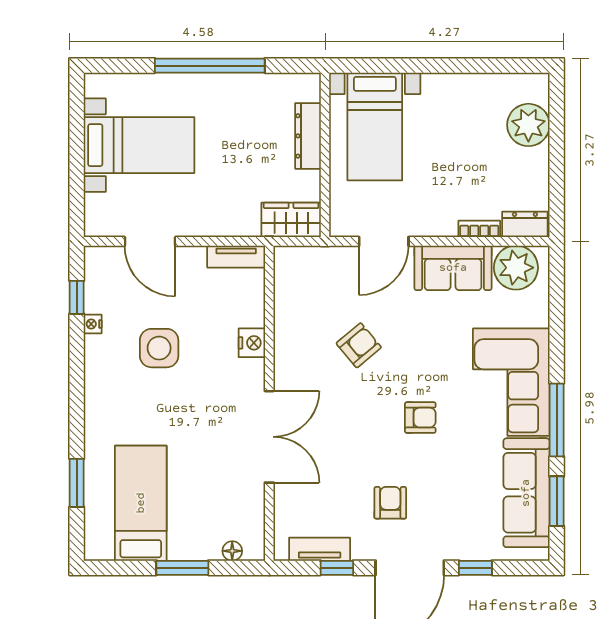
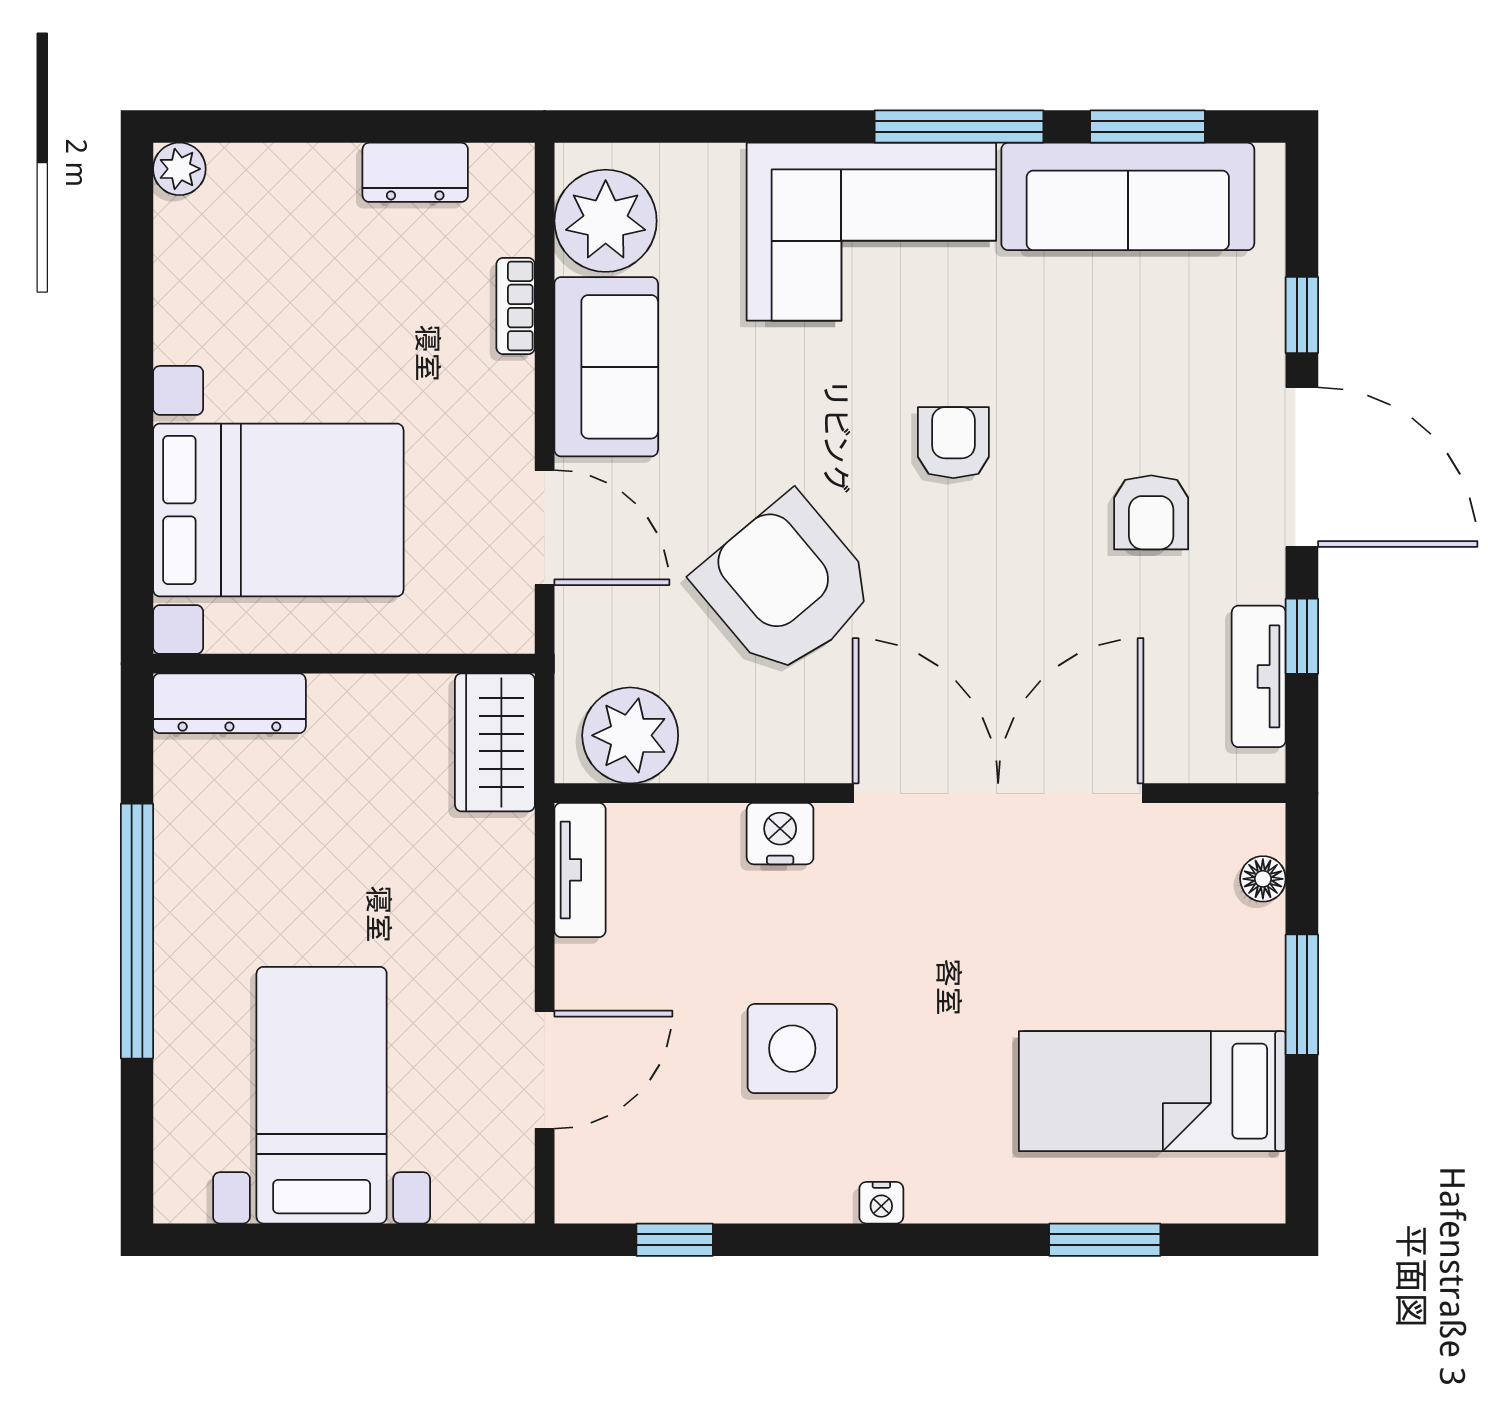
plant: (528, 125) -> (179, 169), moved, width x0.53, depth x0.53
bed with nightstands: (375, 127) -> (278, 510), width x1.36
dresser: (308, 136) -> (229, 703), moved
dresser: (525, 224) -> (415, 172), moved, turned -90
plant: (294, 278) -> (630, 735), added
nightstand: (93, 324) -> (881, 1203), moved
armchair: (359, 345) -> (786, 585), width x1.88, depth x1.88
double door: (269, 437) -> (998, 793), width x1.36
armchair: (390, 503) -> (1151, 512), turned -90

